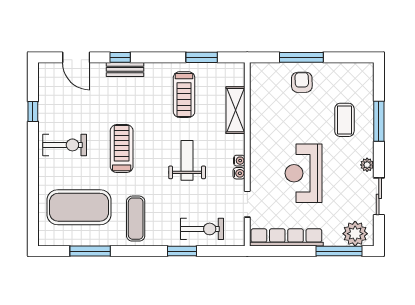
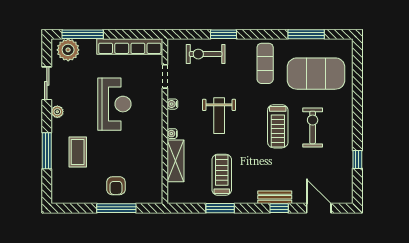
window: (202, 57) -> (220, 208), moved
exercise bike: (65, 145) -> (313, 127), moved, turned 90
water cooler: (239, 161) -> (172, 134), moved

